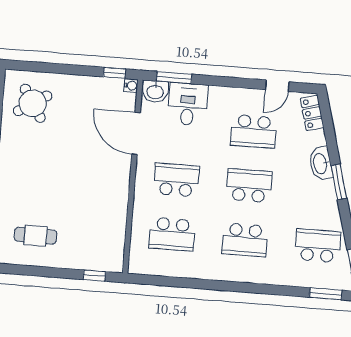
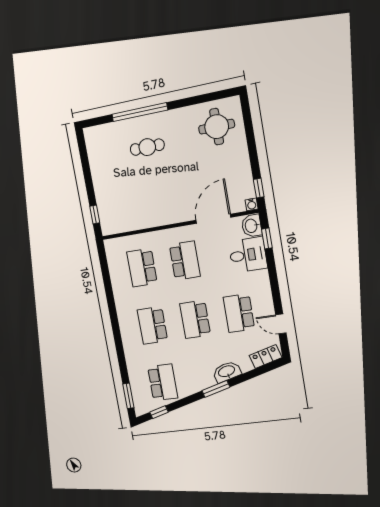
window: (174, 78) -> (267, 238), width x0.67
round table: (33, 103) -> (217, 127), turned 32
school desk: (249, 186) -> (195, 319), turned 180
cafe table: (36, 236) -> (147, 147), moved, turned 90

